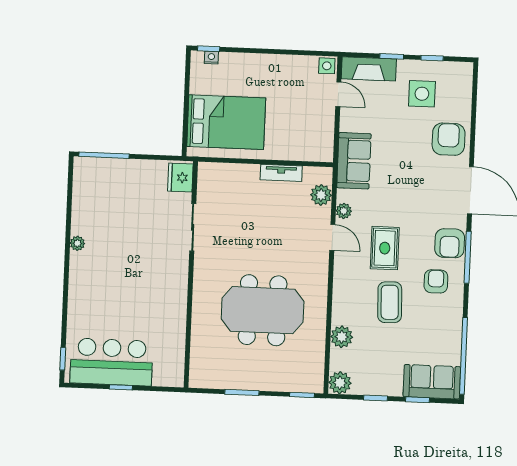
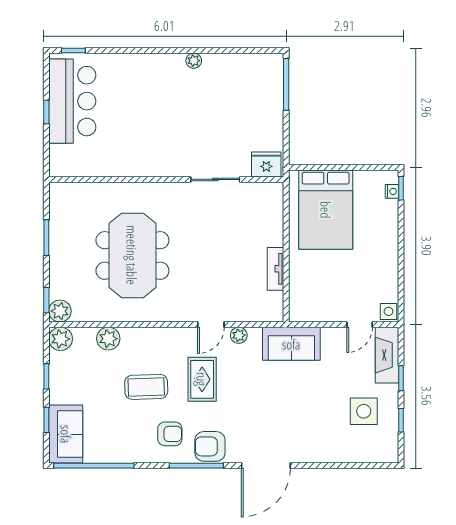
armchair: (449, 139) -> (318, 441), removed
plant: (321, 195) -> (60, 311), moved
rug: (385, 248) -> (202, 379), turned 90

